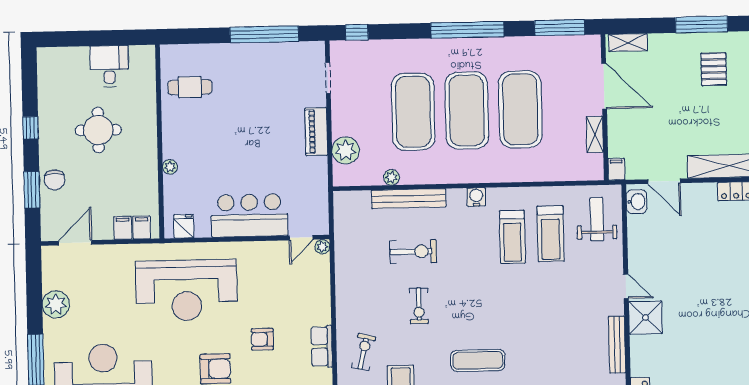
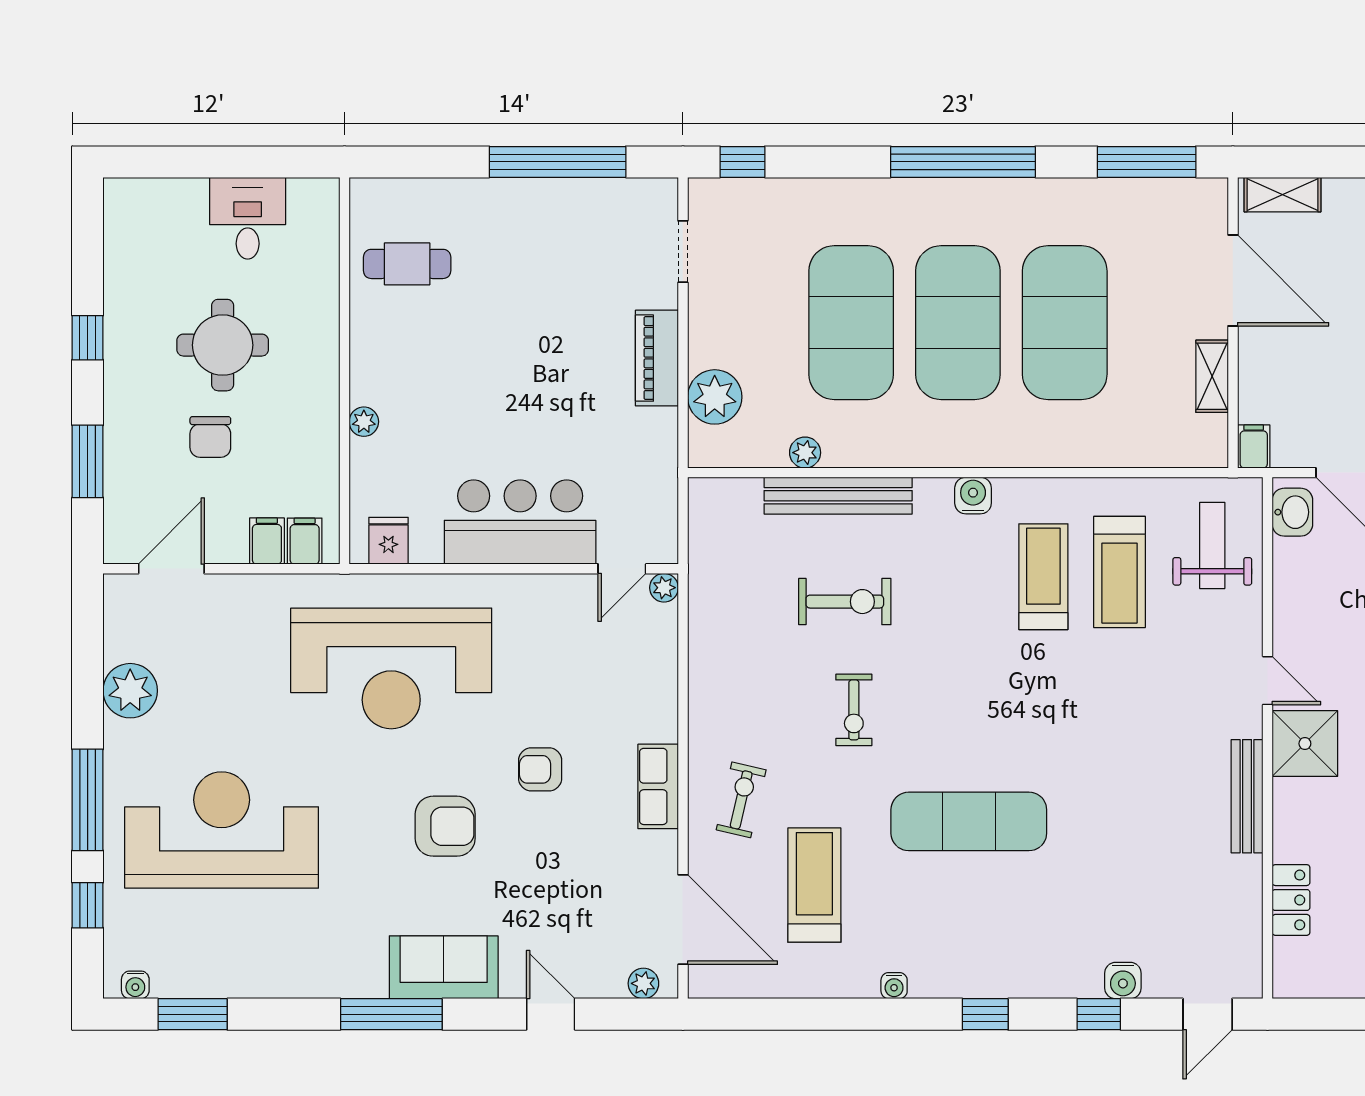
chair: (55, 180) -> (210, 437), moved
treadmill: (512, 237) -> (1043, 577), turned 180
exercise mat: (478, 360) -> (969, 821), width x1.36, depth x1.45

